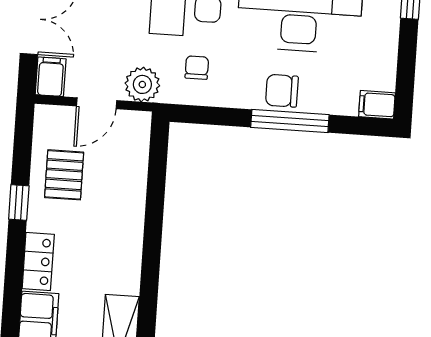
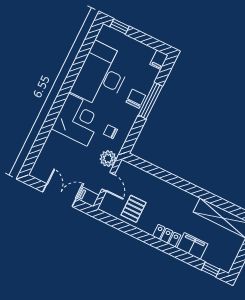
chair: (282, 91) -> (136, 99), turned 180
pallet: (64, 175) -> (134, 209), turned 90
window: (19, 202) -> (137, 234), removed

